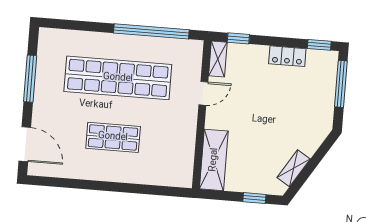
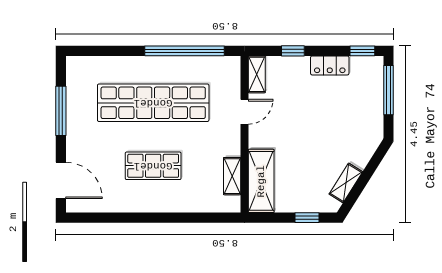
window: (238, 38) -> (293, 51), moved
shelving: (187, 153) -> (232, 176), added

